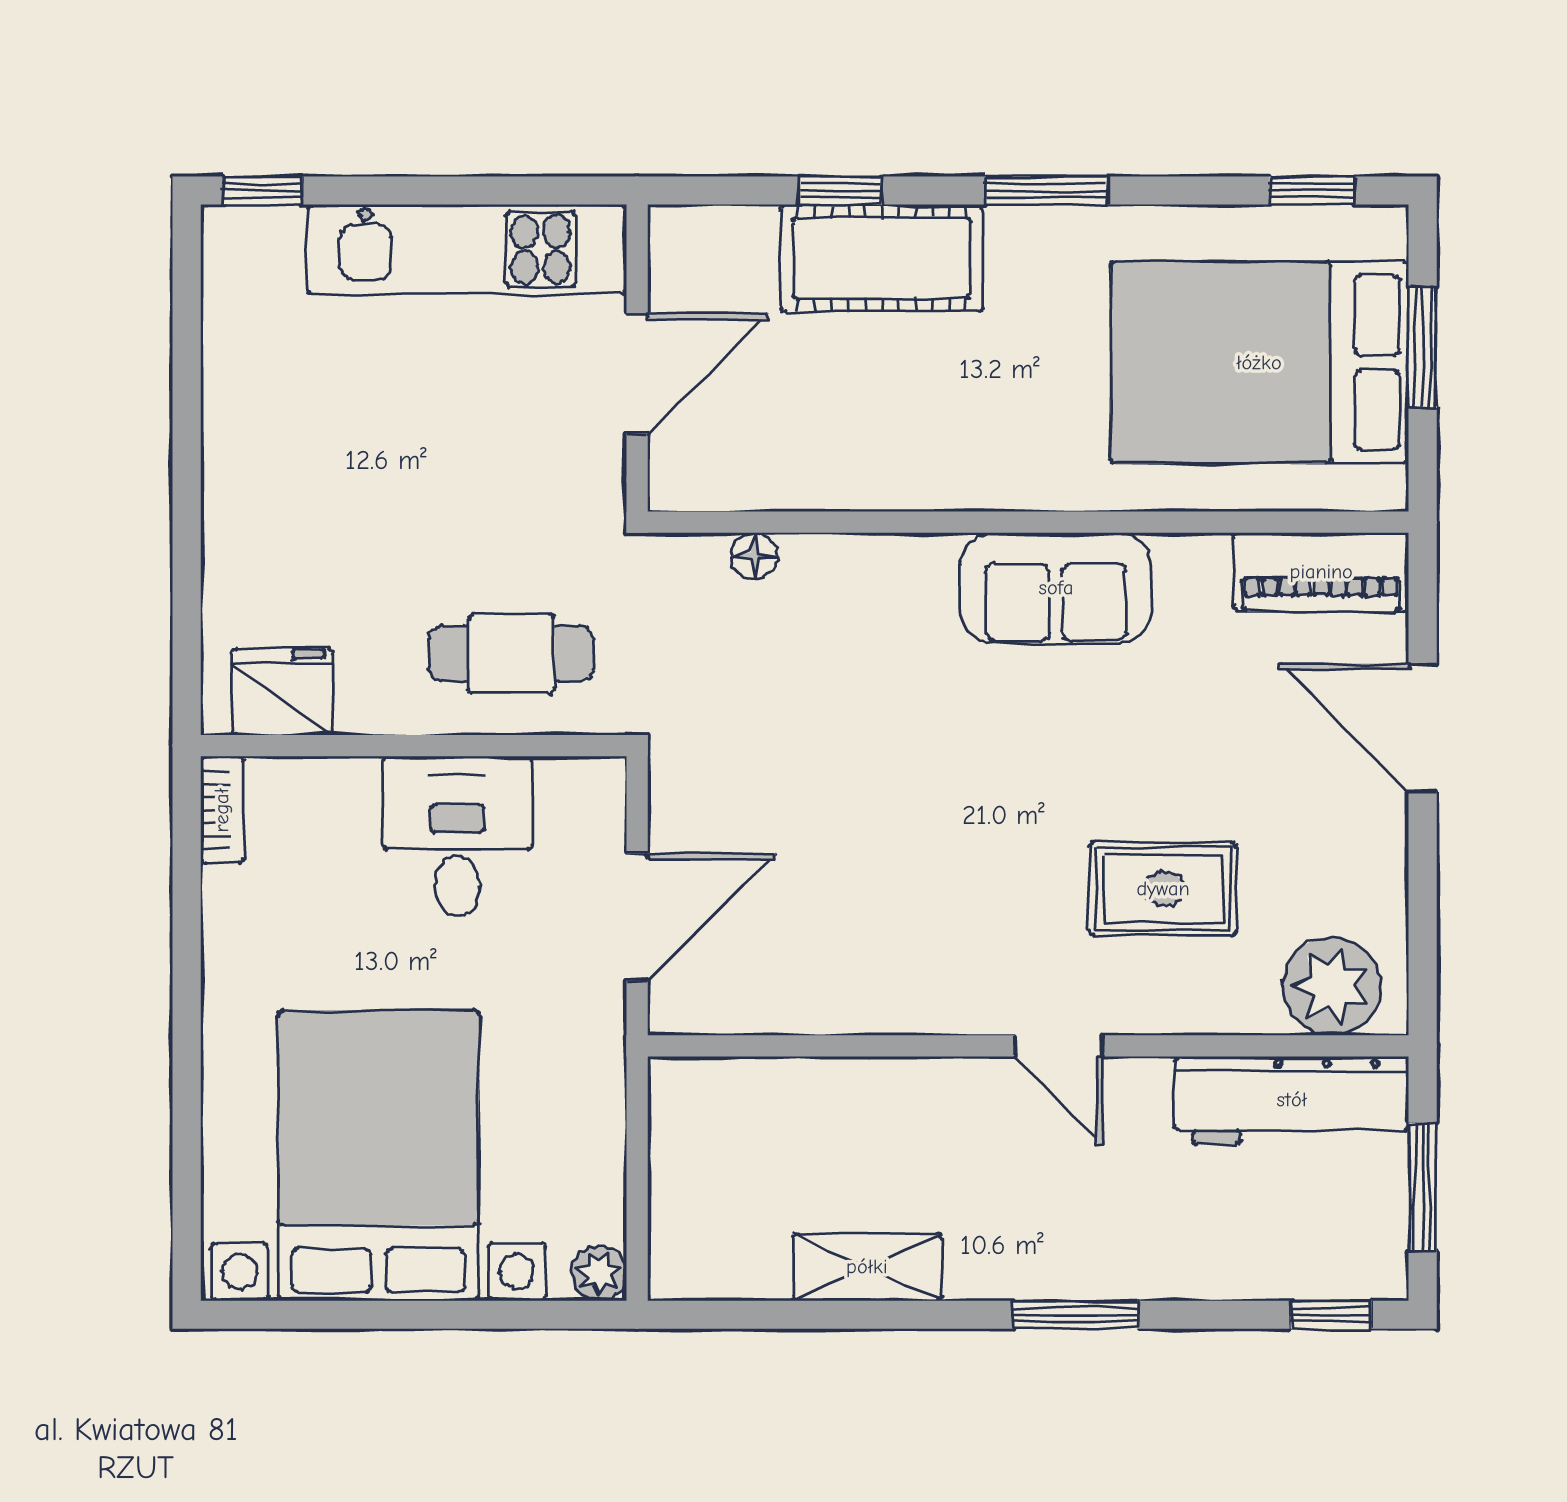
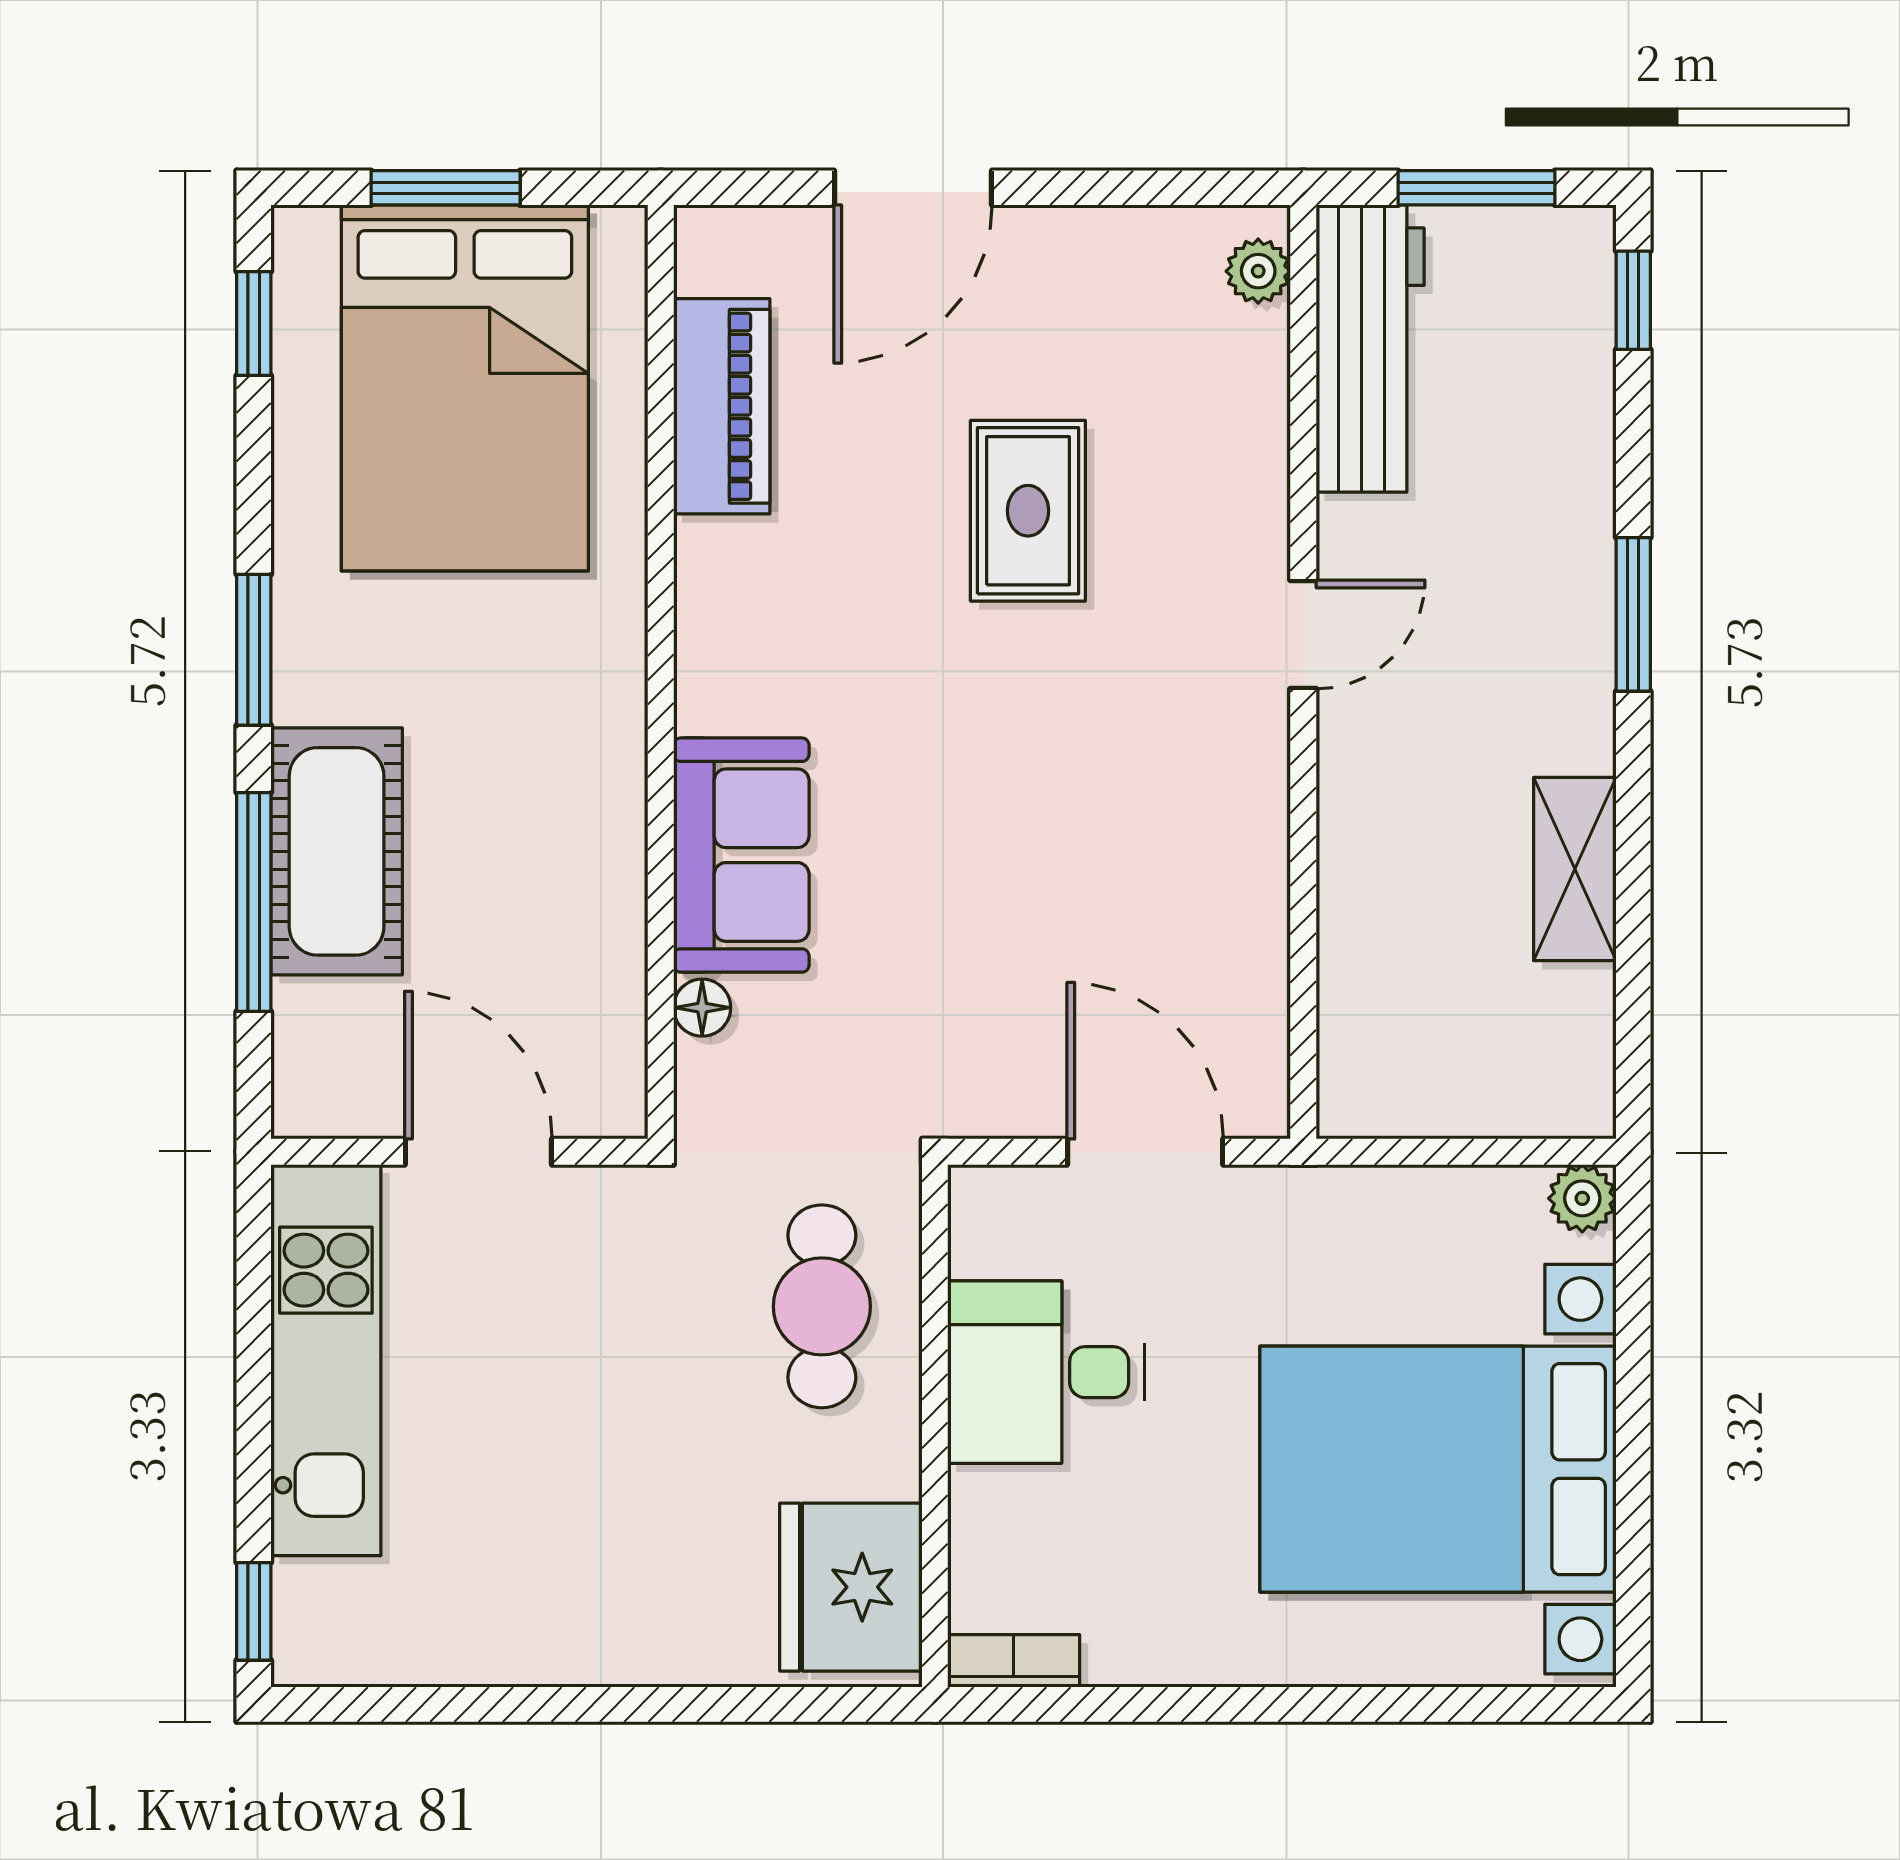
window: (841, 191) -> (254, 902), width x2.17
piano: (1321, 572) -> (722, 406), moved
sofa: (1056, 588) -> (741, 855), moved
fridge: (282, 692) -> (851, 1587), width x1.36, depth x1.34
rug: (1163, 889) -> (1028, 511), moved
plant: (1332, 986) -> (1258, 271), width x0.53, depth x0.53

